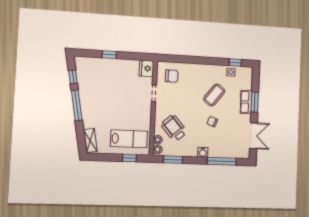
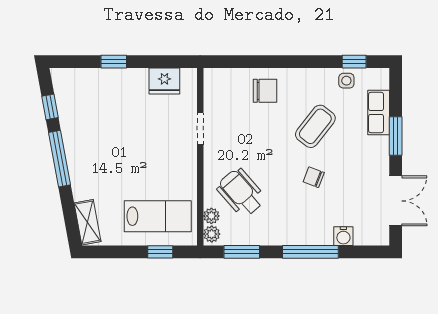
fridge: (146, 68) -> (164, 81), moved, turned -90
chair: (172, 76) -> (265, 91), moved
row of seats: (246, 102) -> (379, 112), moved
water cooler: (203, 152) -> (343, 236), moved
window: (222, 161) -> (310, 252), moved

